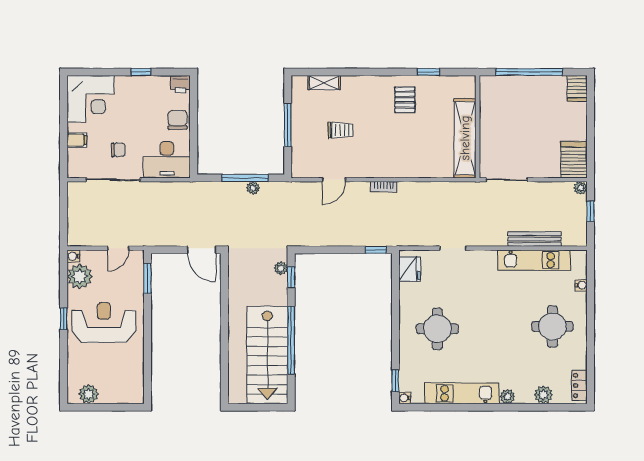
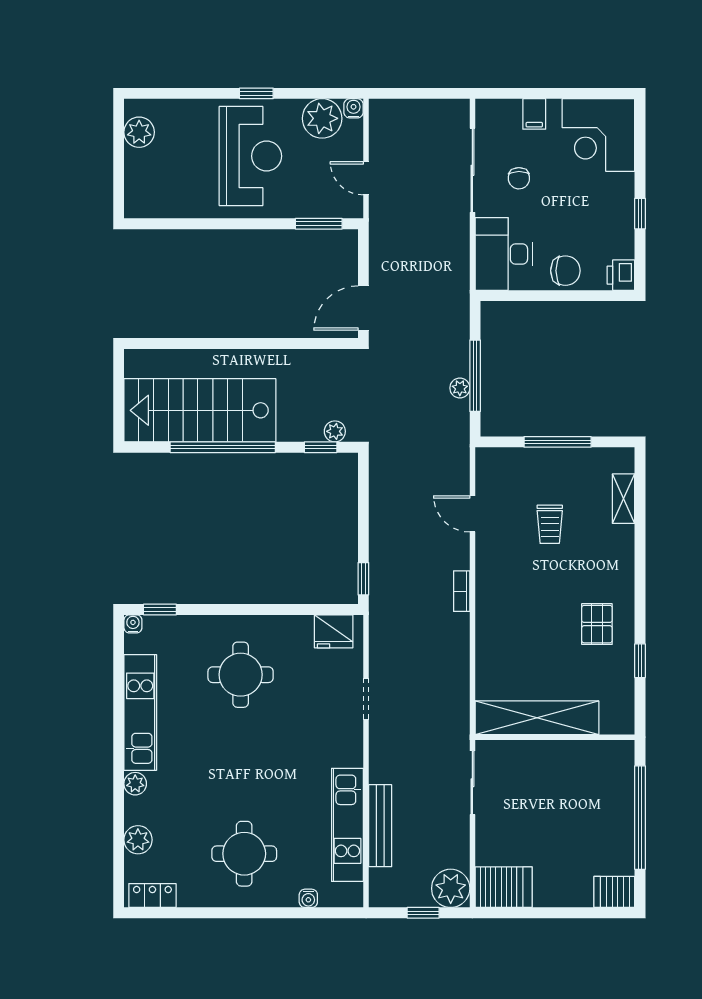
pallet: (405, 100) -> (597, 624), turned 90
plant: (580, 188) -> (451, 888), width x1.87, depth x1.87

